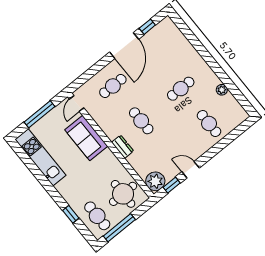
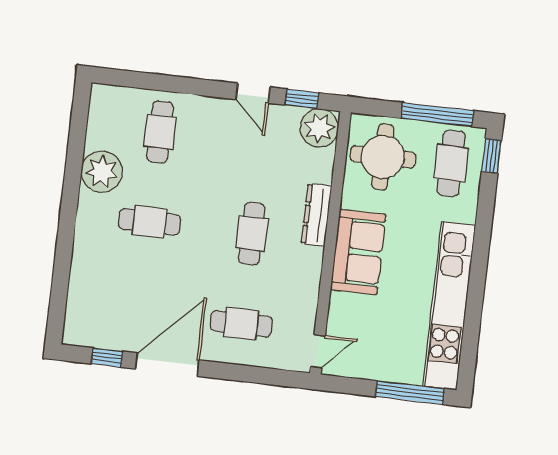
plant: (222, 90) -> (102, 172), width x1.88, depth x1.88
window: (40, 114) -> (410, 393), moved
sofa: (86, 138) -> (358, 252), moved
dresser: (123, 147) -> (316, 215), width x1.44
kitchen unit: (40, 157) -> (449, 306), width x1.36
window: (71, 214) -> (492, 156), moved

